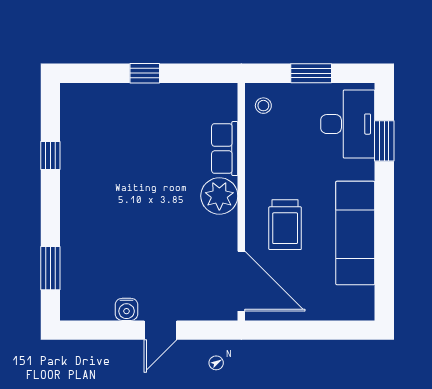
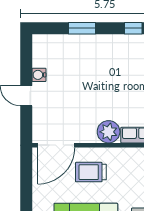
window: (50, 268) -> (82, 28), moved

